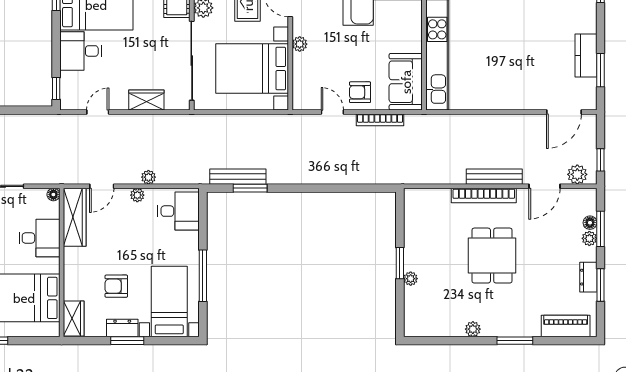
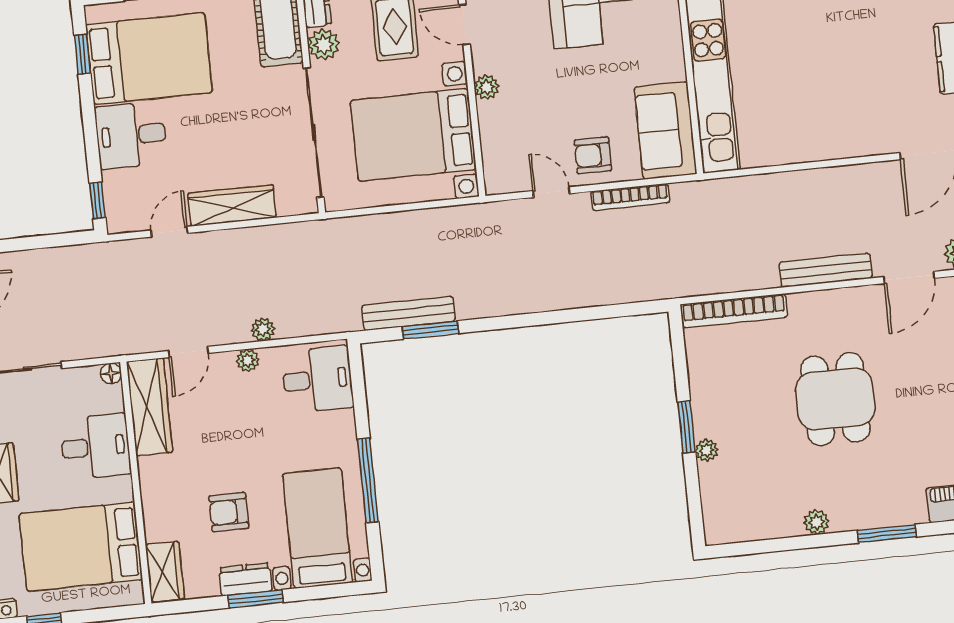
wardrobe: (146, 100) -> (232, 205), width x1.50
bookcase: (484, 196) -> (734, 311), moved

